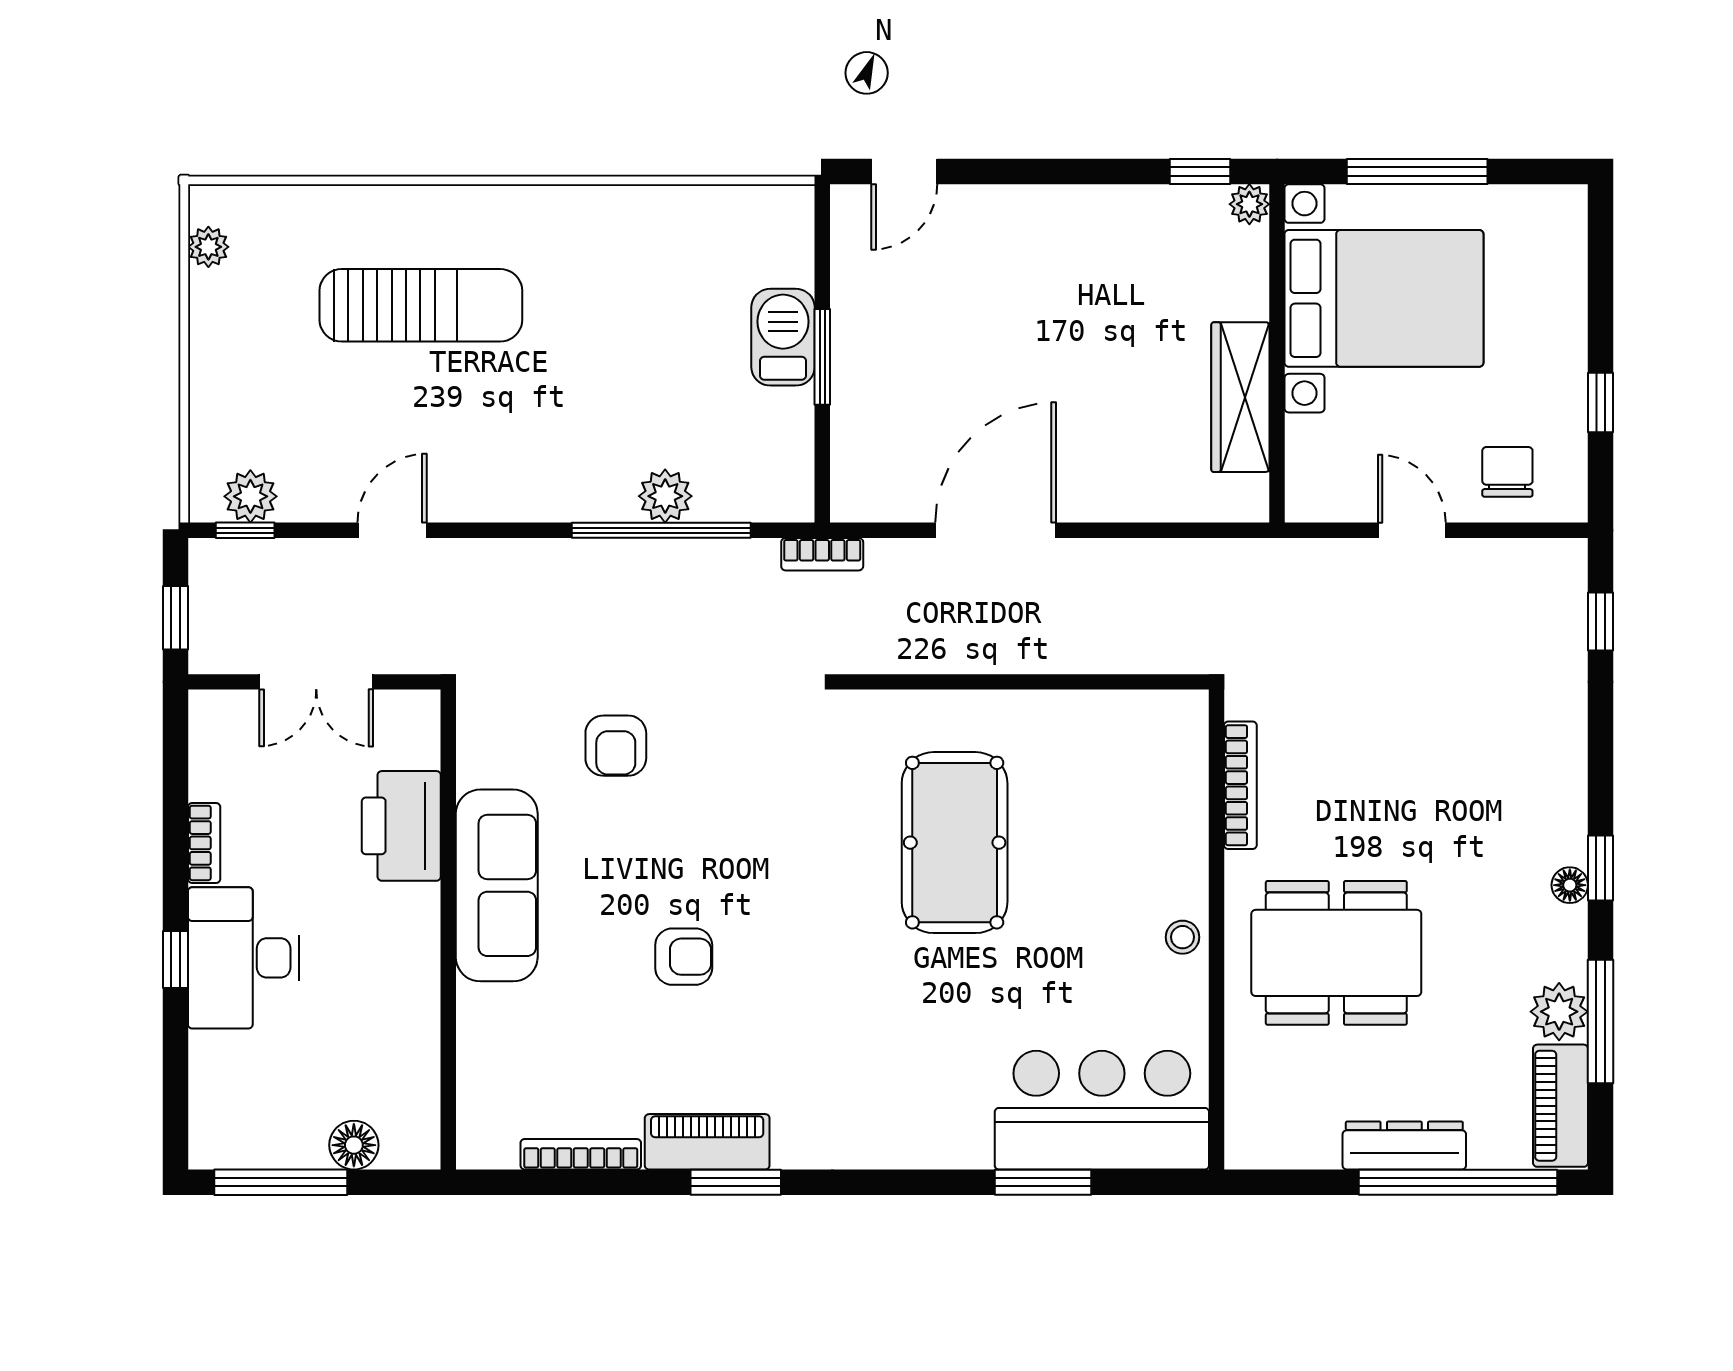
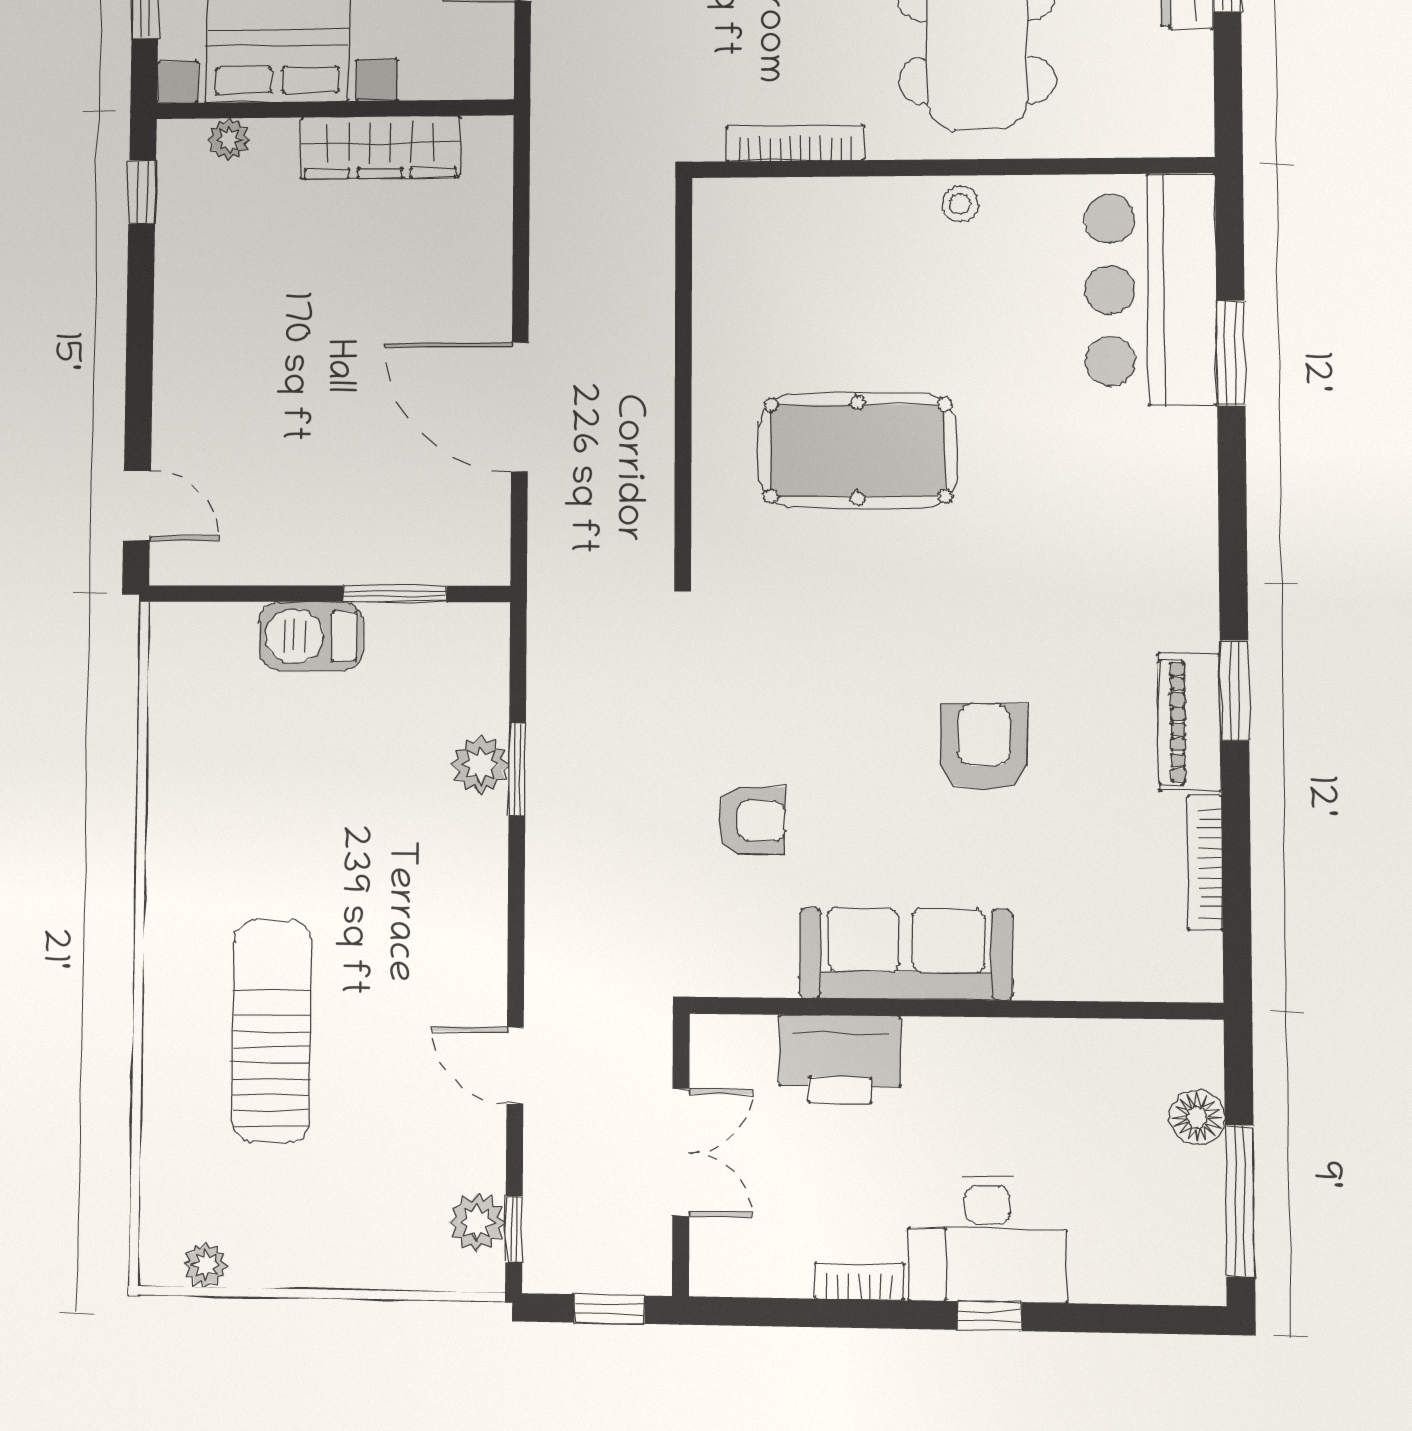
plant: (1249, 204) -> (229, 139), moved
window: (822, 357) -> (395, 594), moved
window: (661, 530) -> (517, 769), width x0.47
bookcase: (822, 554) -> (544, 594), removed
armchair: (684, 957) -> (984, 747), width x1.38, depth x1.38

